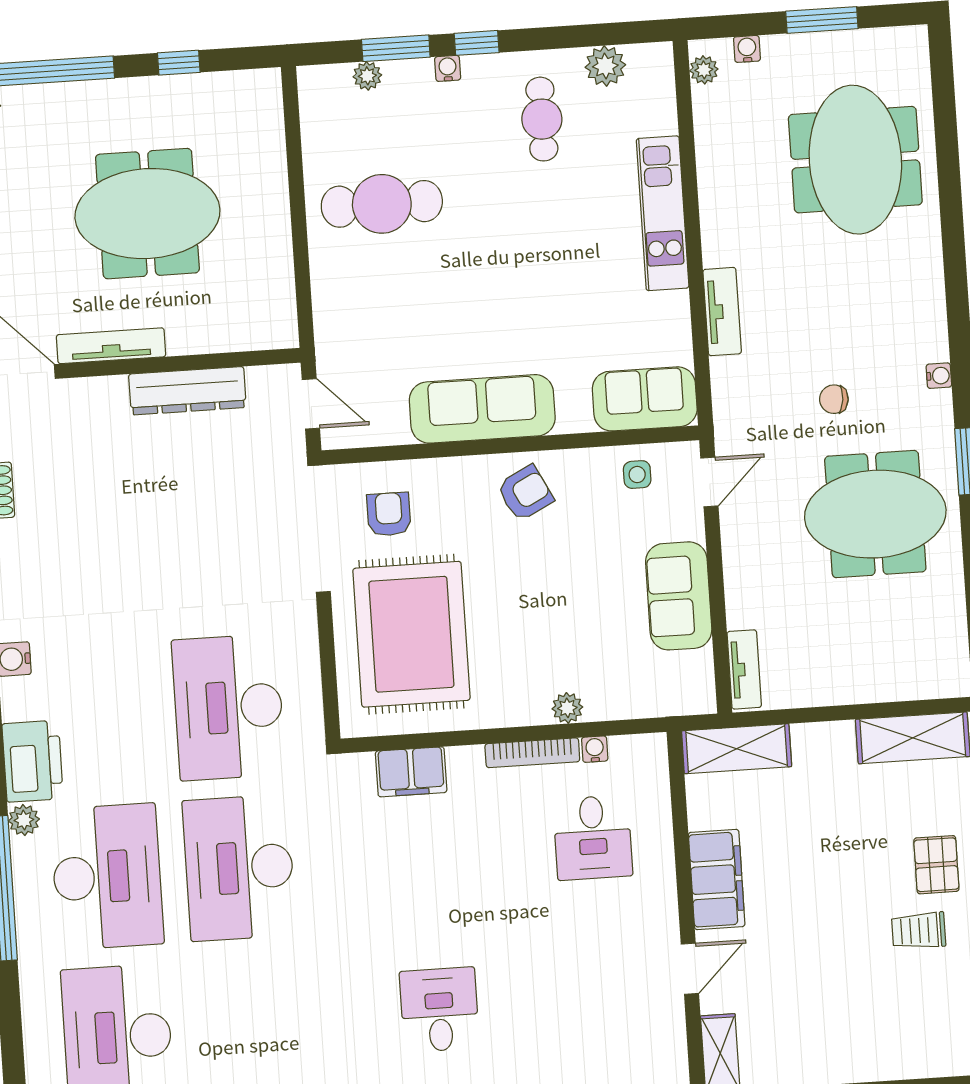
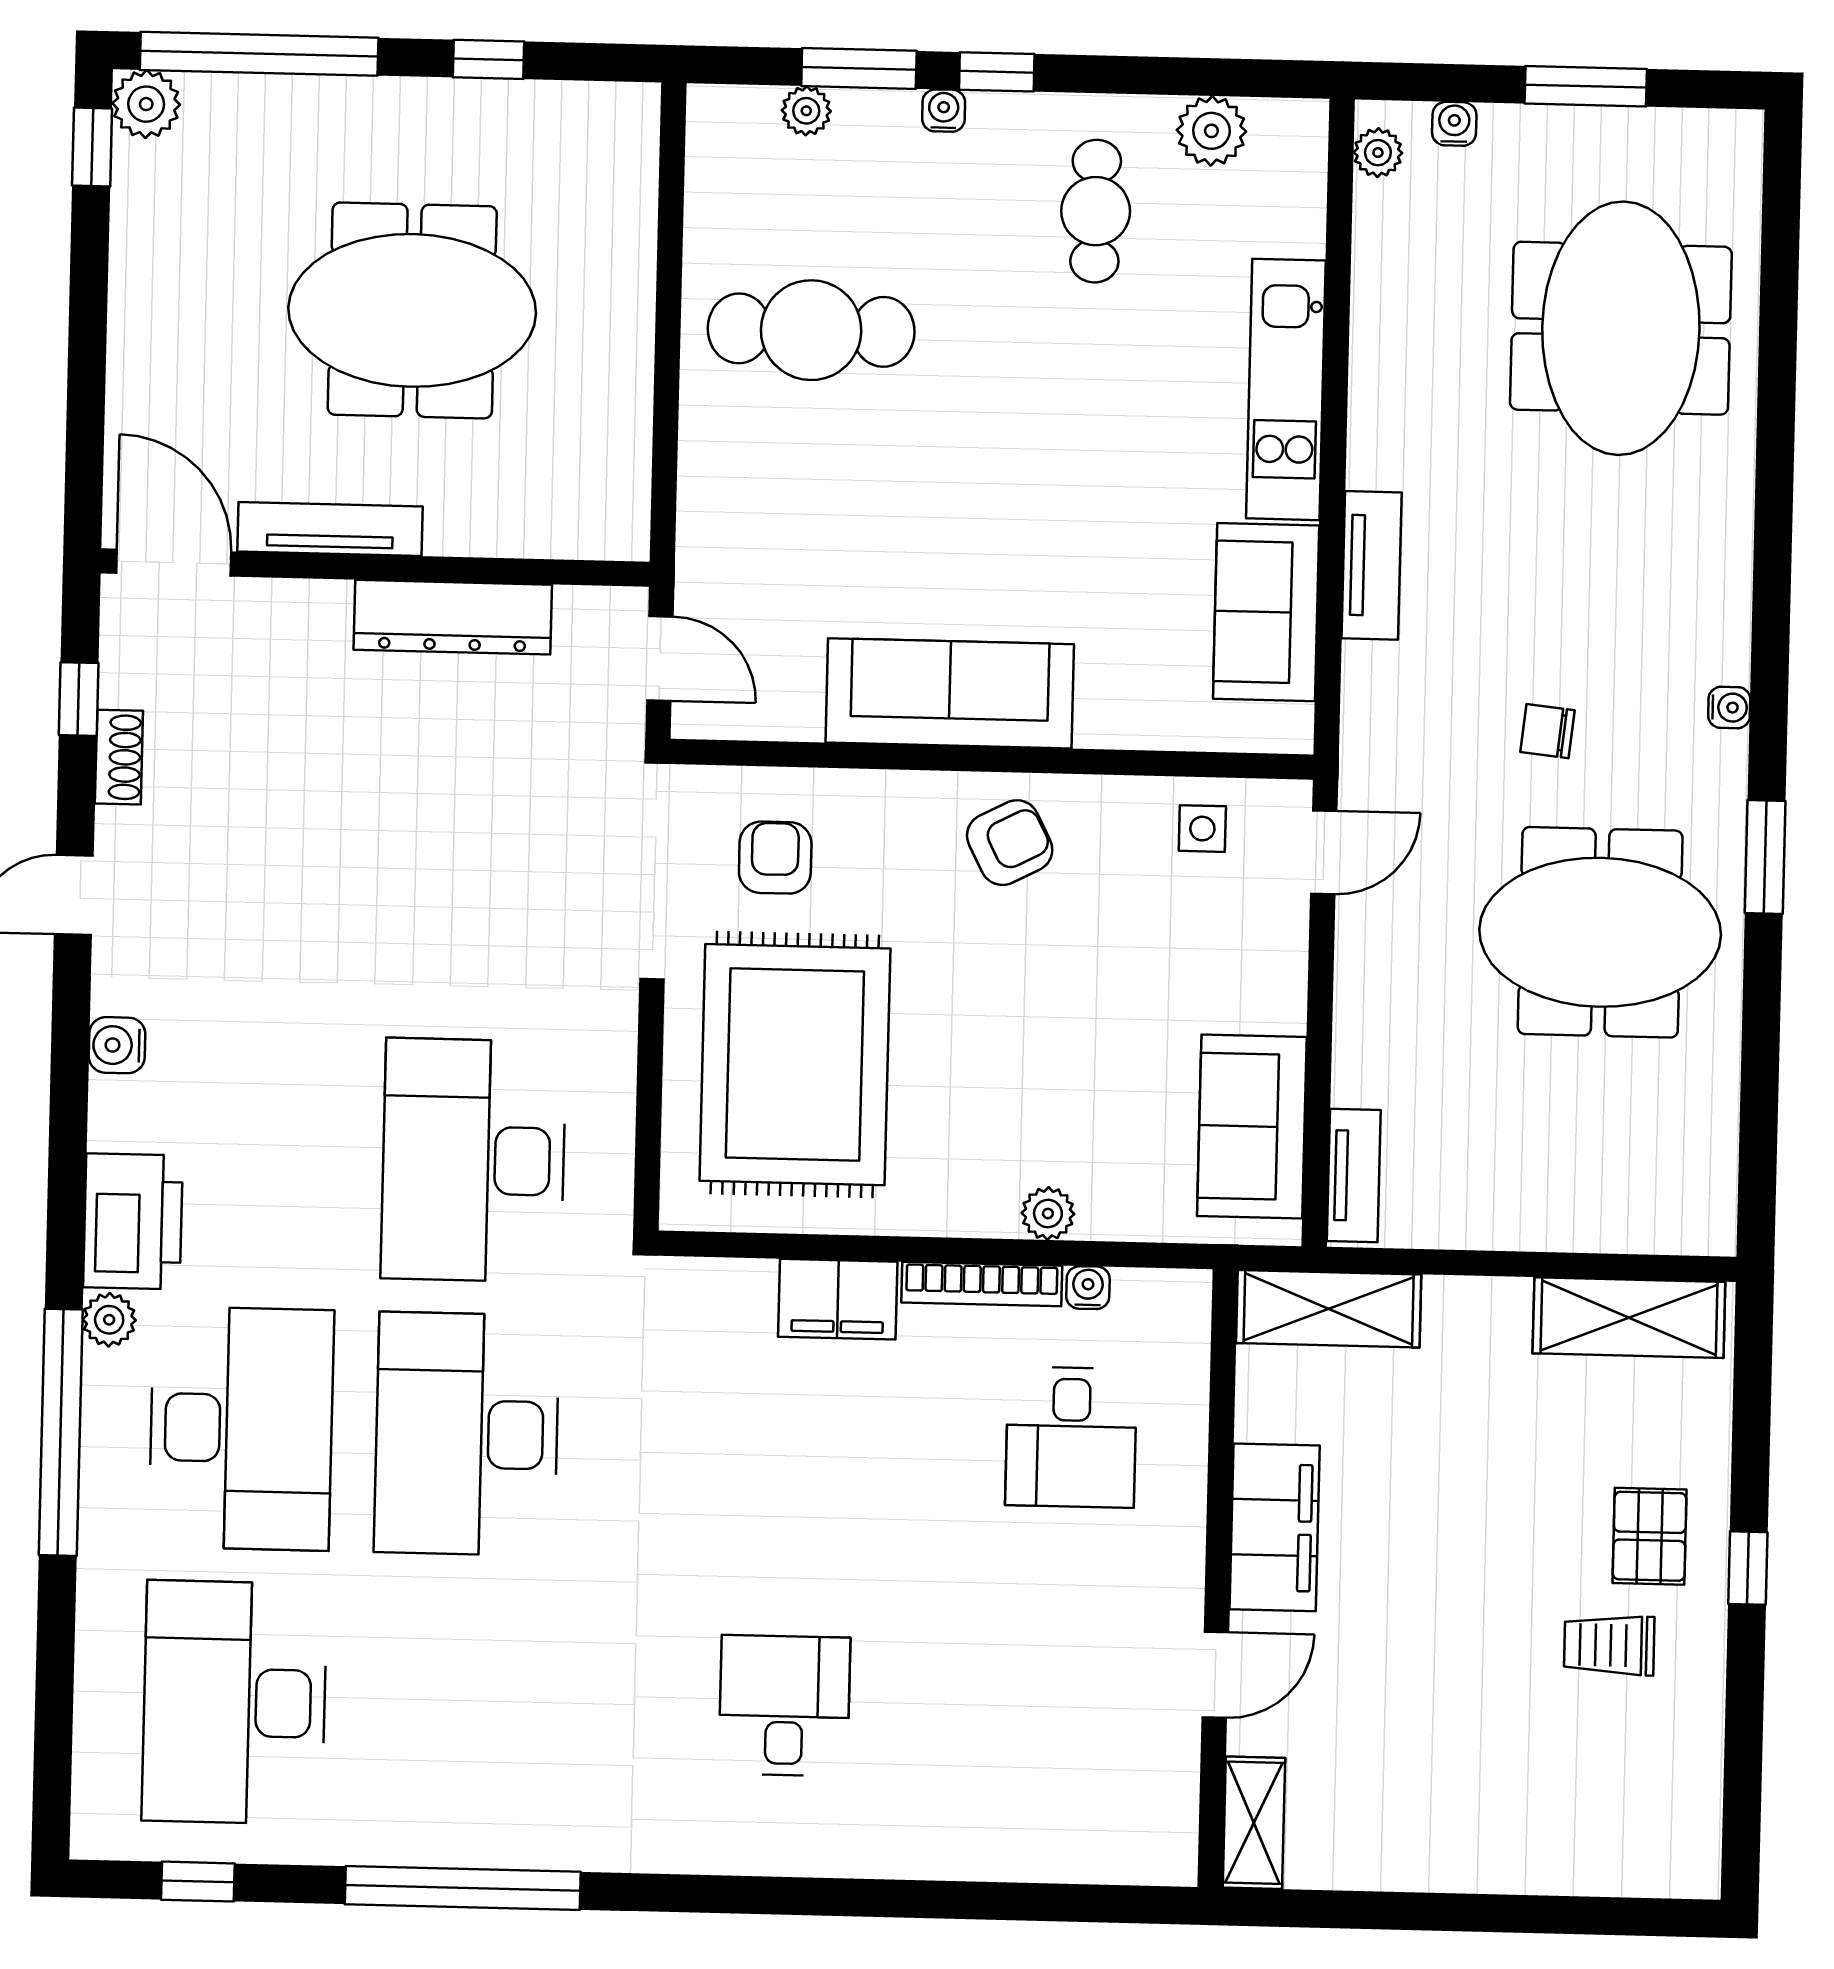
sofa: (645, 399) -> (1266, 612), moved, turned -90
sofa: (679, 596) -> (1252, 1126), moved
filing cabinet: (411, 772) -> (838, 1299), moved

